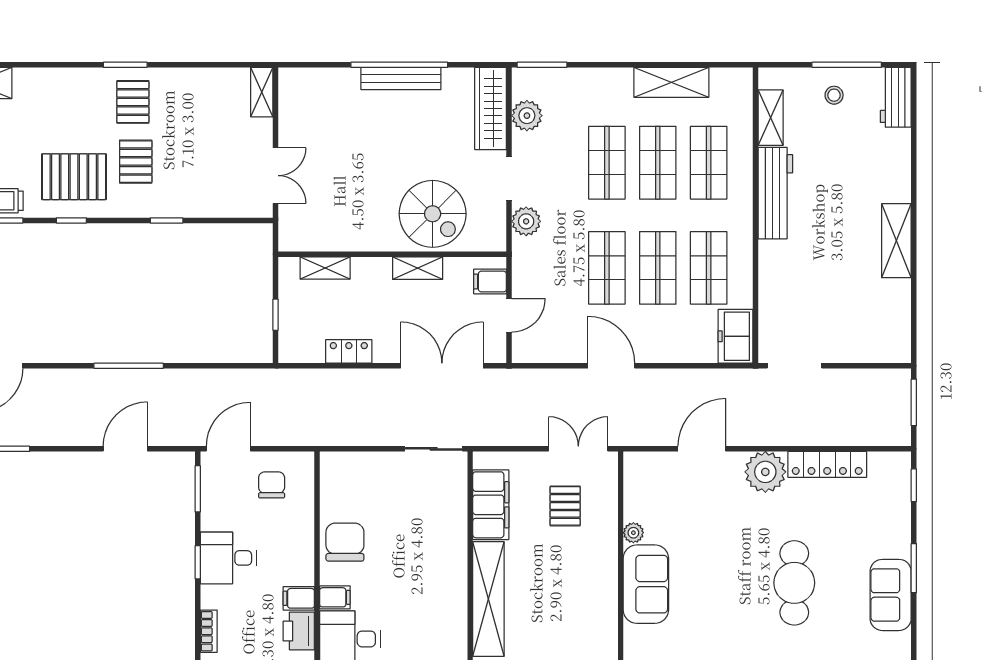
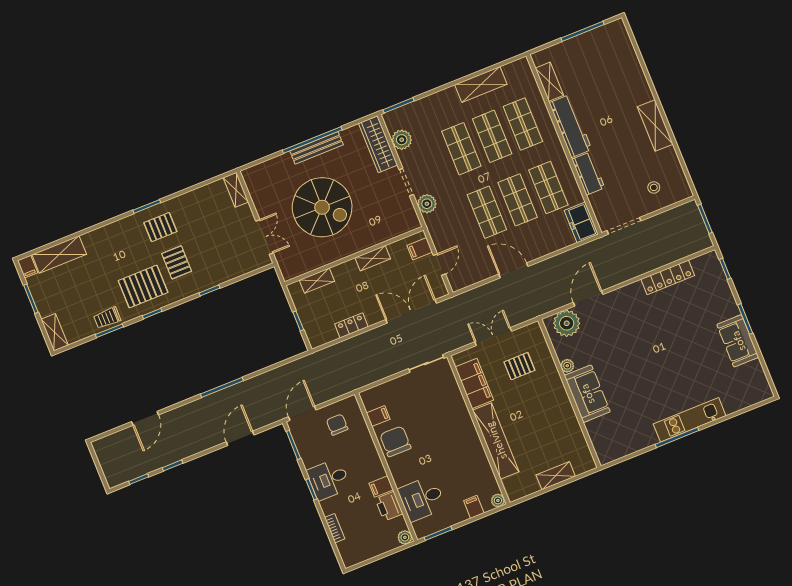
stool: (834, 95) -> (654, 187), moved
workbench: (896, 97) -> (588, 174), moved, turned 180
pallet: (133, 102) -> (160, 227), turned 90
spiral stairs: (433, 214) -> (322, 207), moved, width x1.37, depth x1.37
double door: (578, 449) -> (493, 337), moved
plant: (765, 472) -> (567, 323), moved
pallet: (565, 506) -> (519, 366), turned 90
cafe table: (794, 583) -> (677, 357), removed
filing cabinet: (335, 597) -> (378, 416), moved

